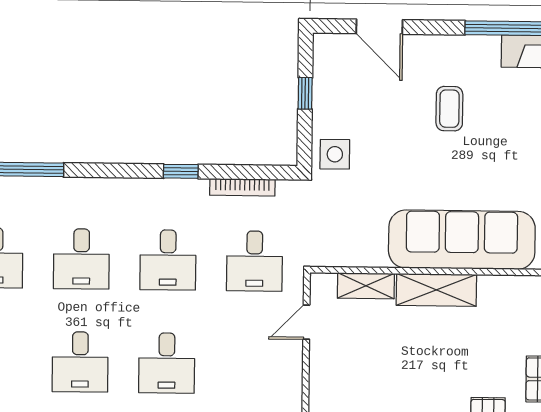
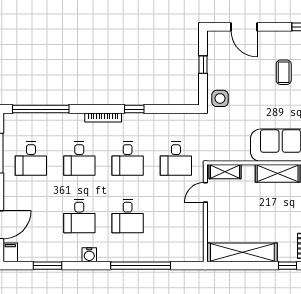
bookcase: (242, 187) -> (103, 117), moved
shelving: (366, 286) -> (225, 172), moved

